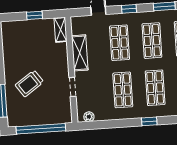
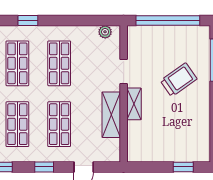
window: (34, 15) -> (183, 167), moved
shelving: (60, 30) -> (134, 104), moved

